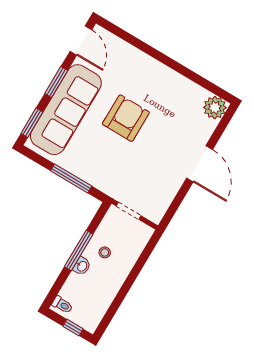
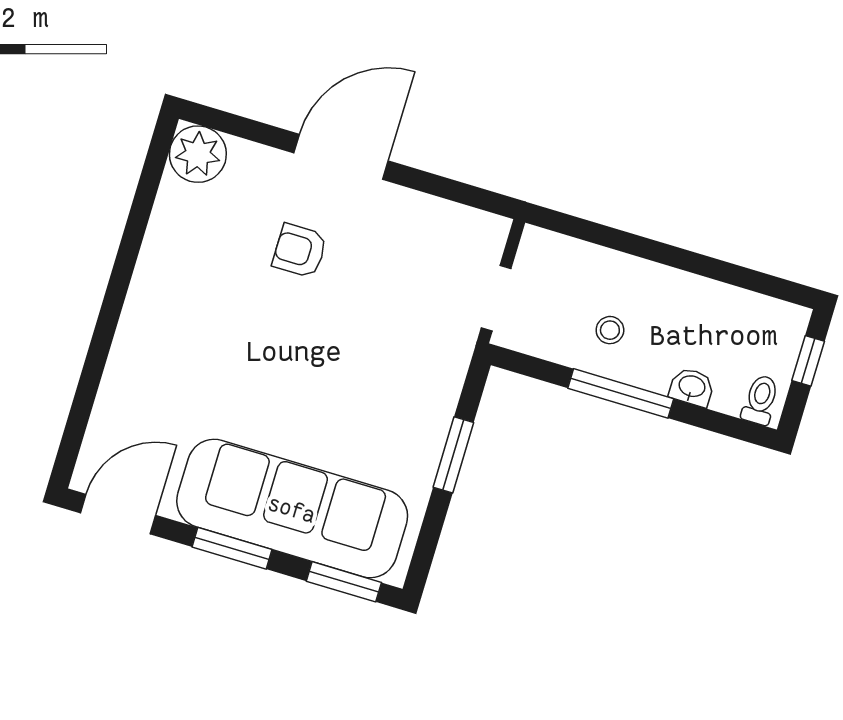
armchair: (126, 118) -> (300, 251), moved, width x0.53, depth x0.53
window: (71, 178) -> (453, 455), width x0.69
washbasin: (82, 266) -> (692, 387), moved

